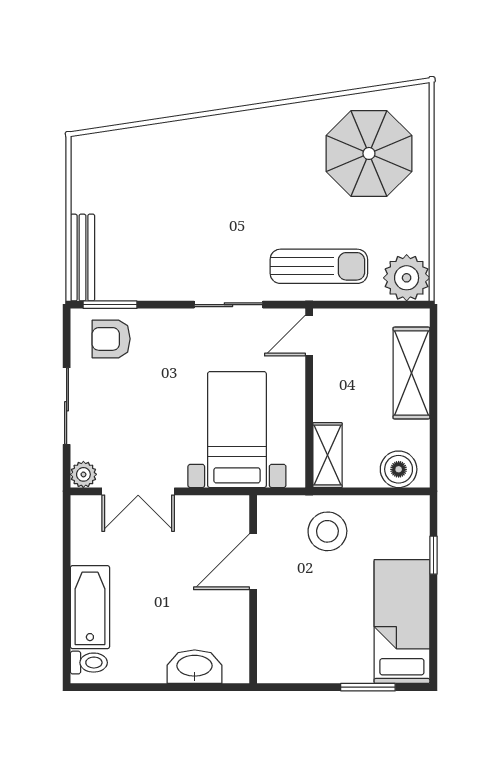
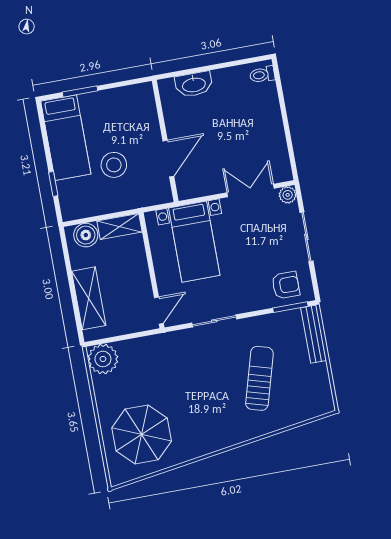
sun lounger: (319, 266) -> (259, 378), moved, turned 106
shelving: (327, 455) -> (120, 226), moved, turned 90
stool: (327, 531) -> (114, 165), moved
bathtub: (90, 607) -> (268, 110), removed

